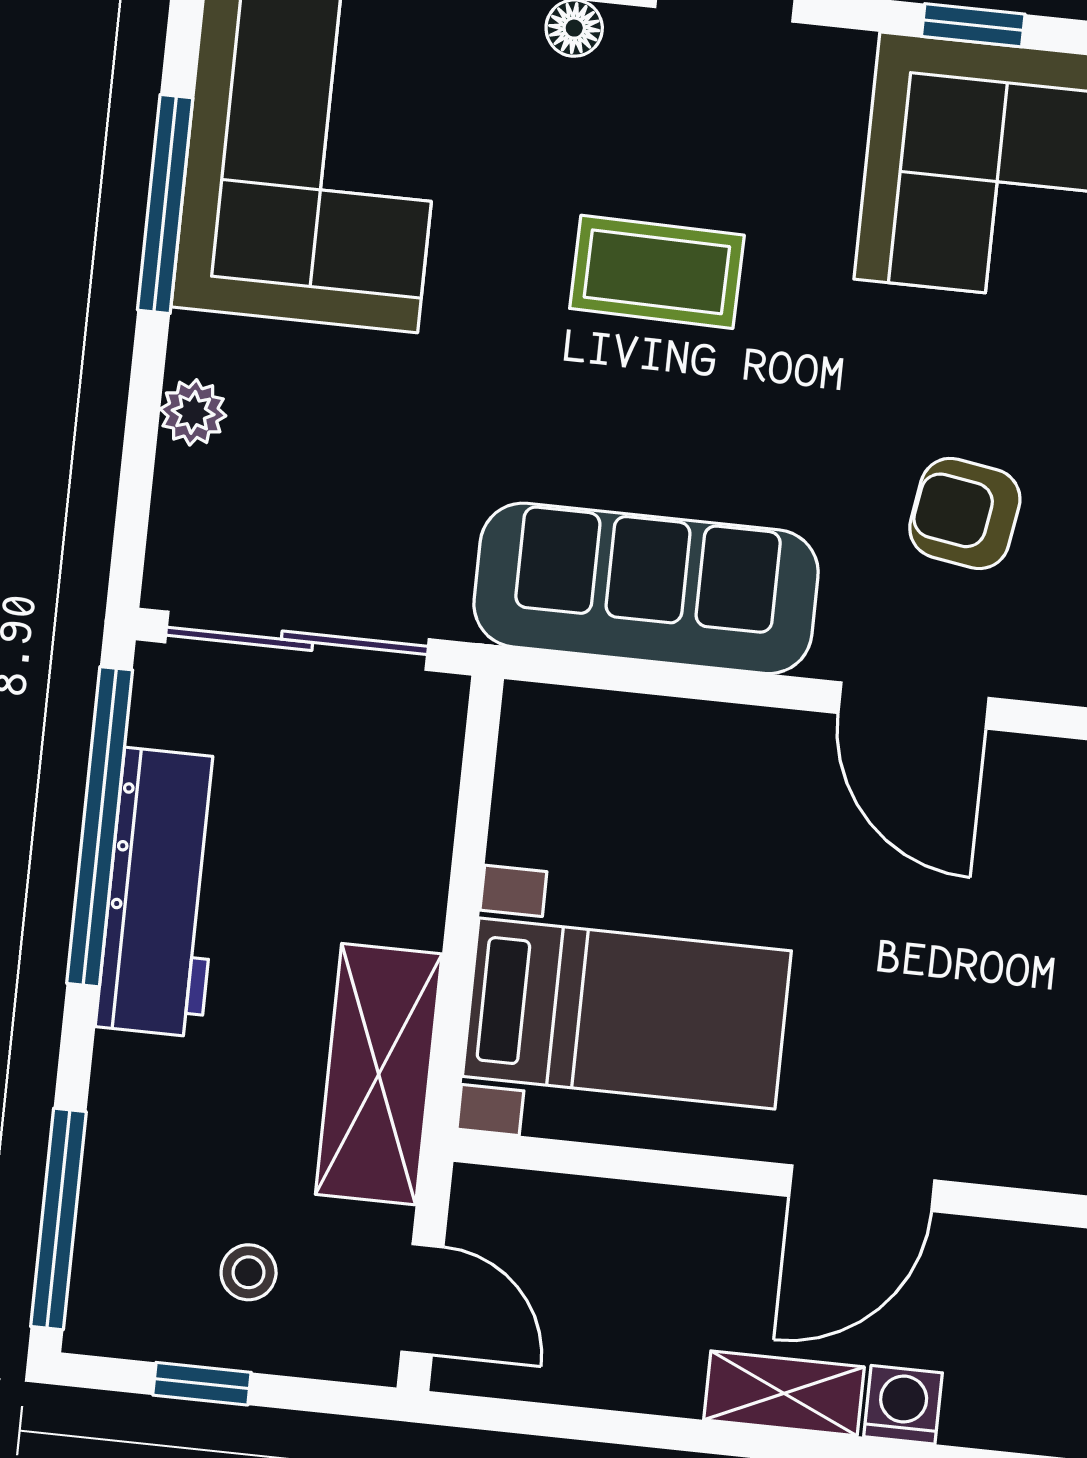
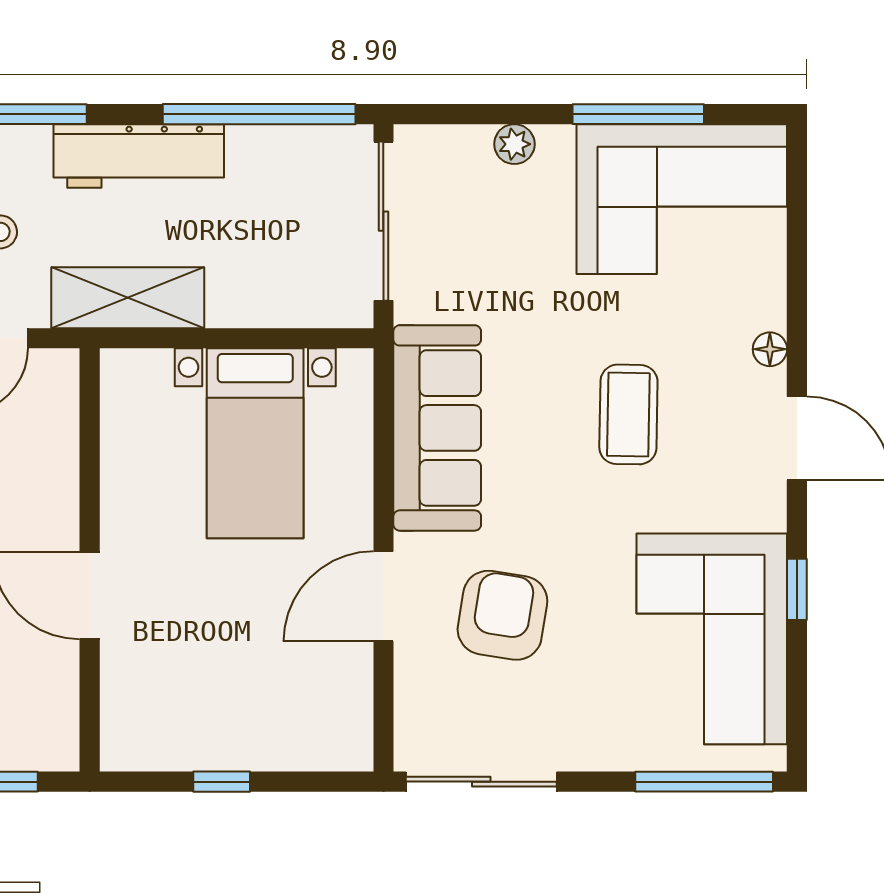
armchair: (965, 513) -> (502, 615), width x1.38, depth x1.38
workbench: (162, 892) -> (139, 156), moved
bed with nightstands: (627, 1014) -> (255, 443), moved

